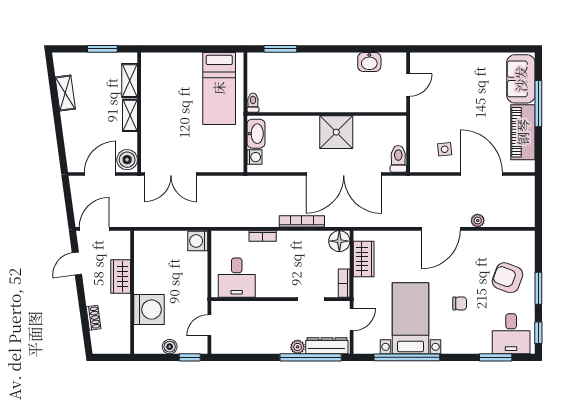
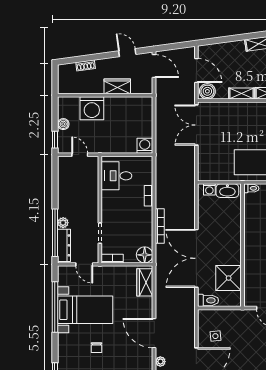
shower: (336, 132) -> (229, 278), moved
wardrobe: (364, 259) -> (145, 282), moved, turned 90

